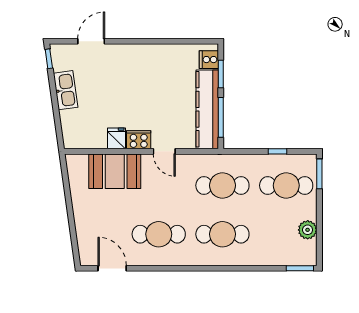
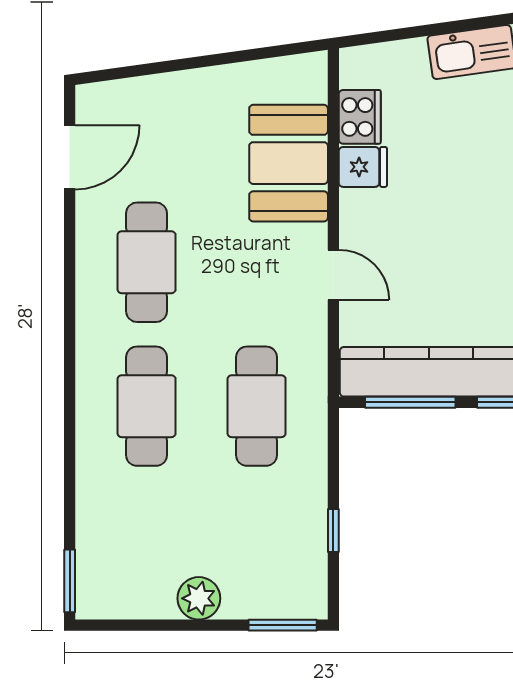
cooker: (139, 140) -> (360, 117), moved
door: (164, 151) -> (333, 275), swing flipped
cafe table: (286, 185) -> (257, 550), removed
plant: (308, 230) -> (199, 598), moved

